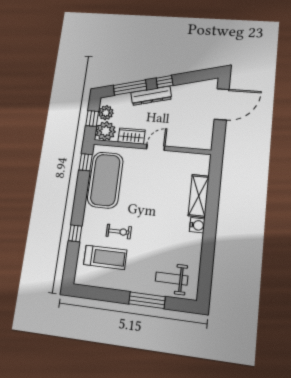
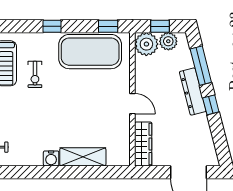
wardrobe: (132, 136) -> (143, 144), moved, width x1.50
window: (75, 233) -> (52, 26), moved

